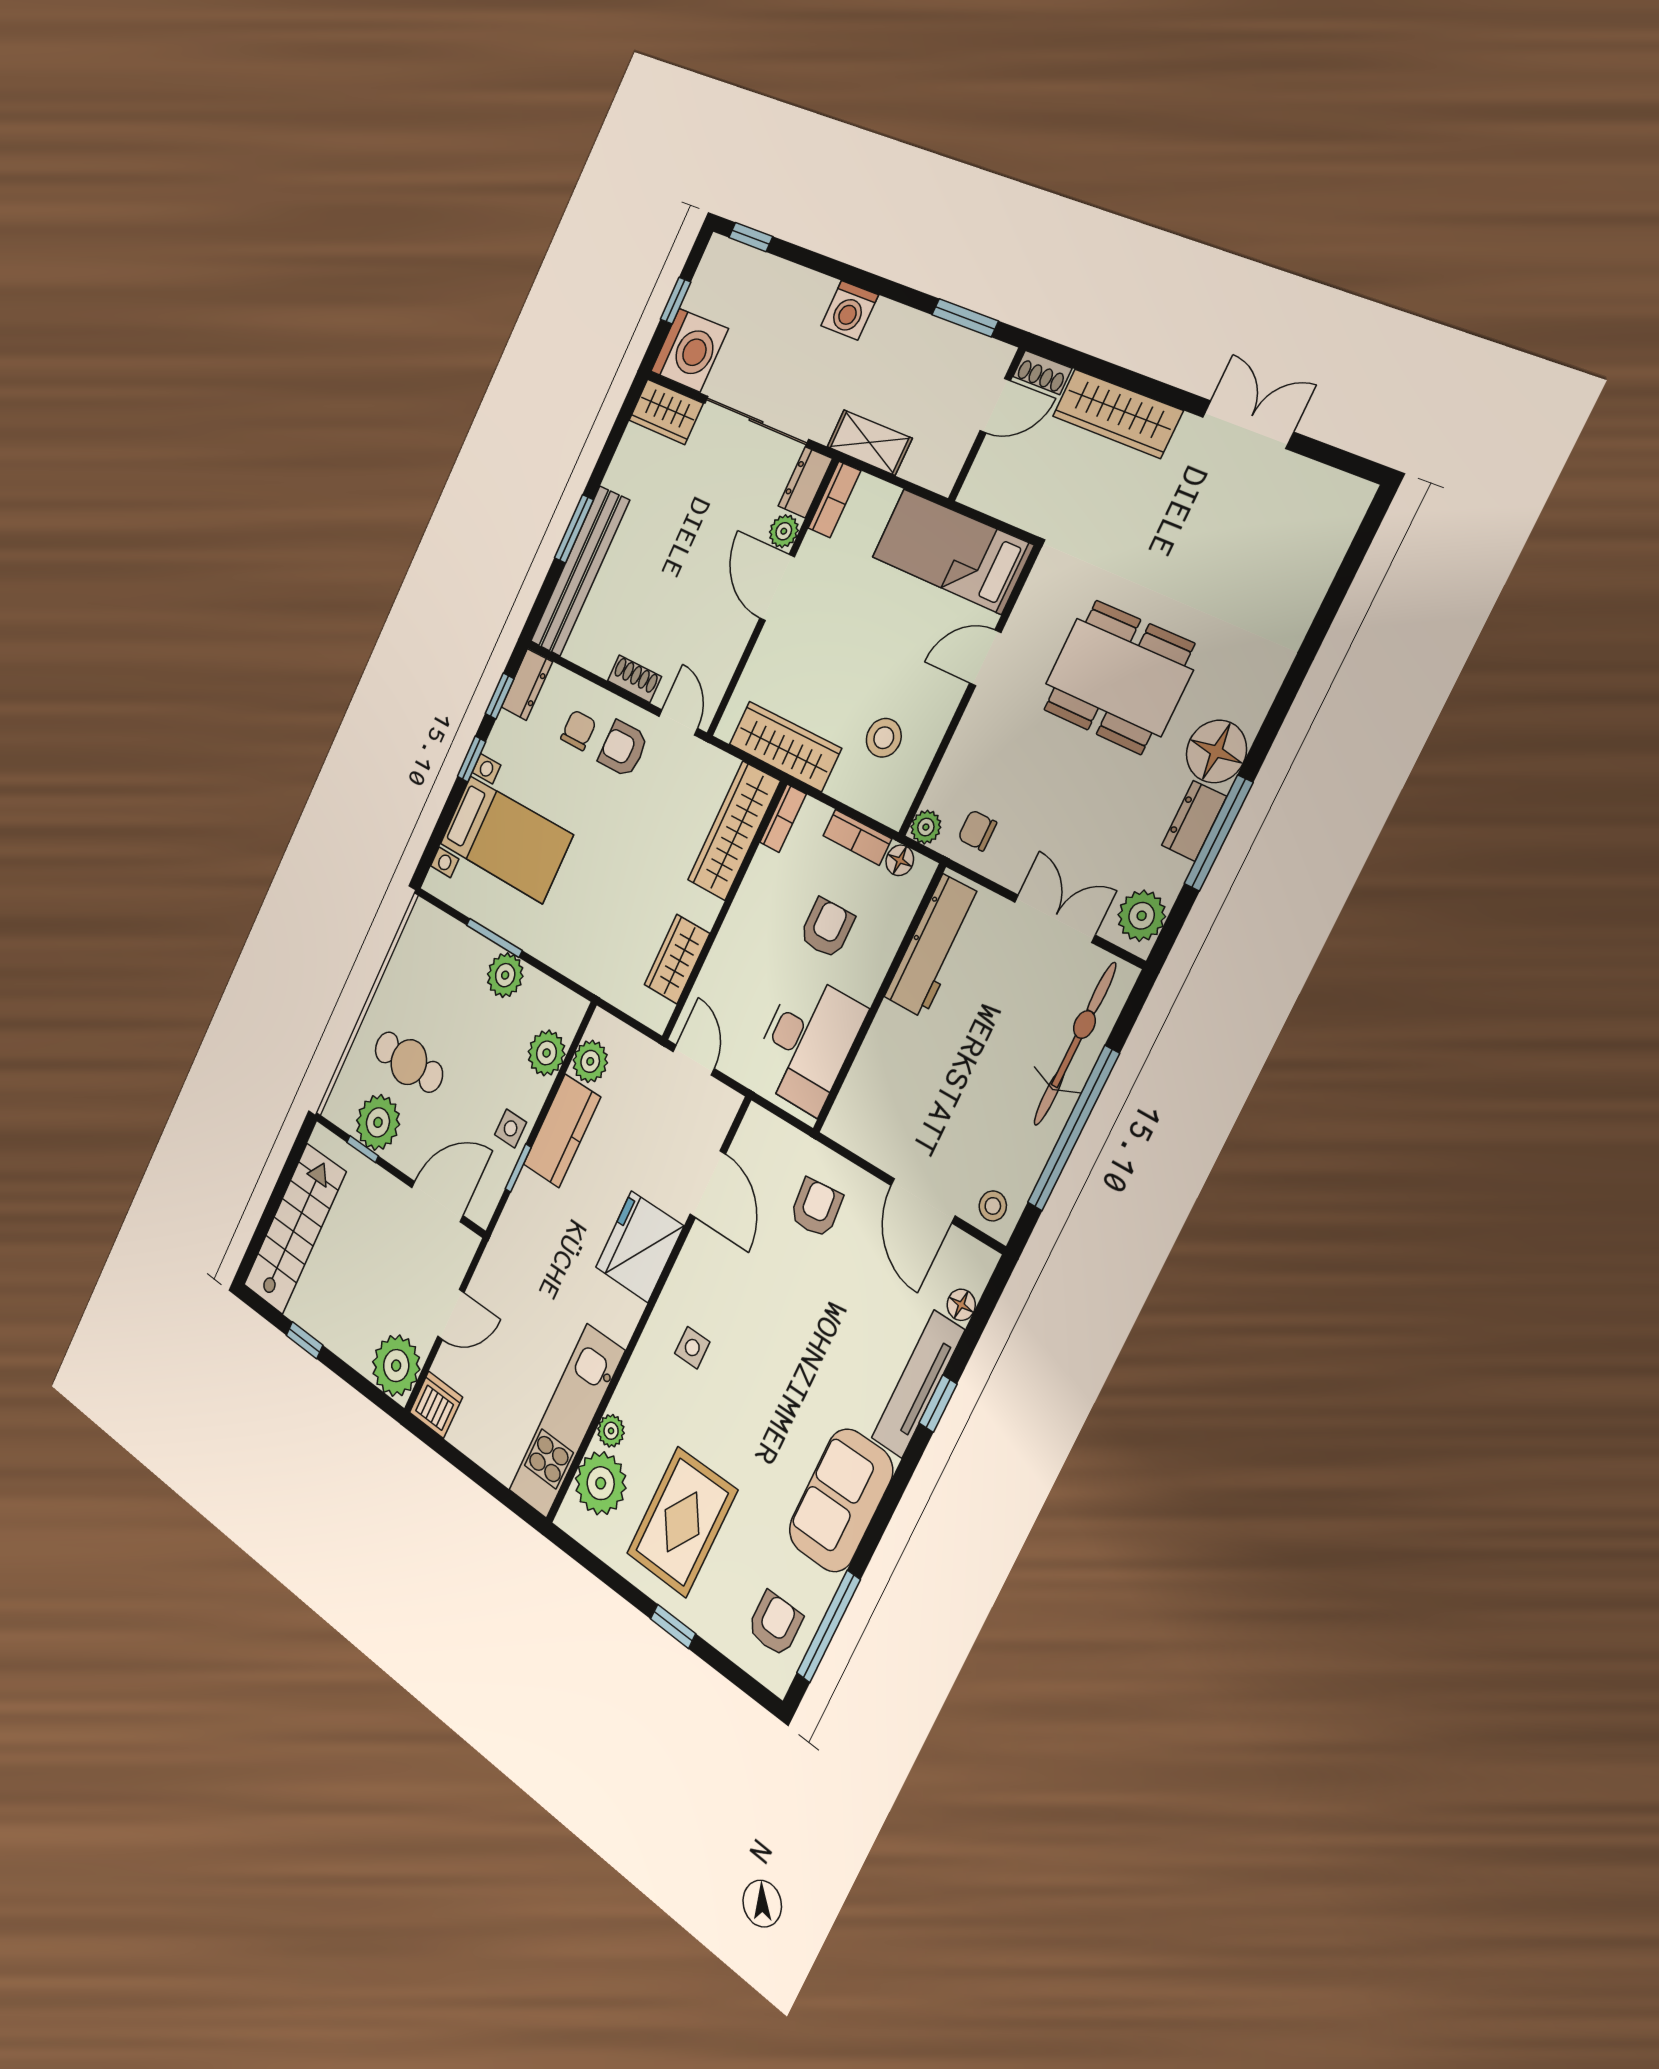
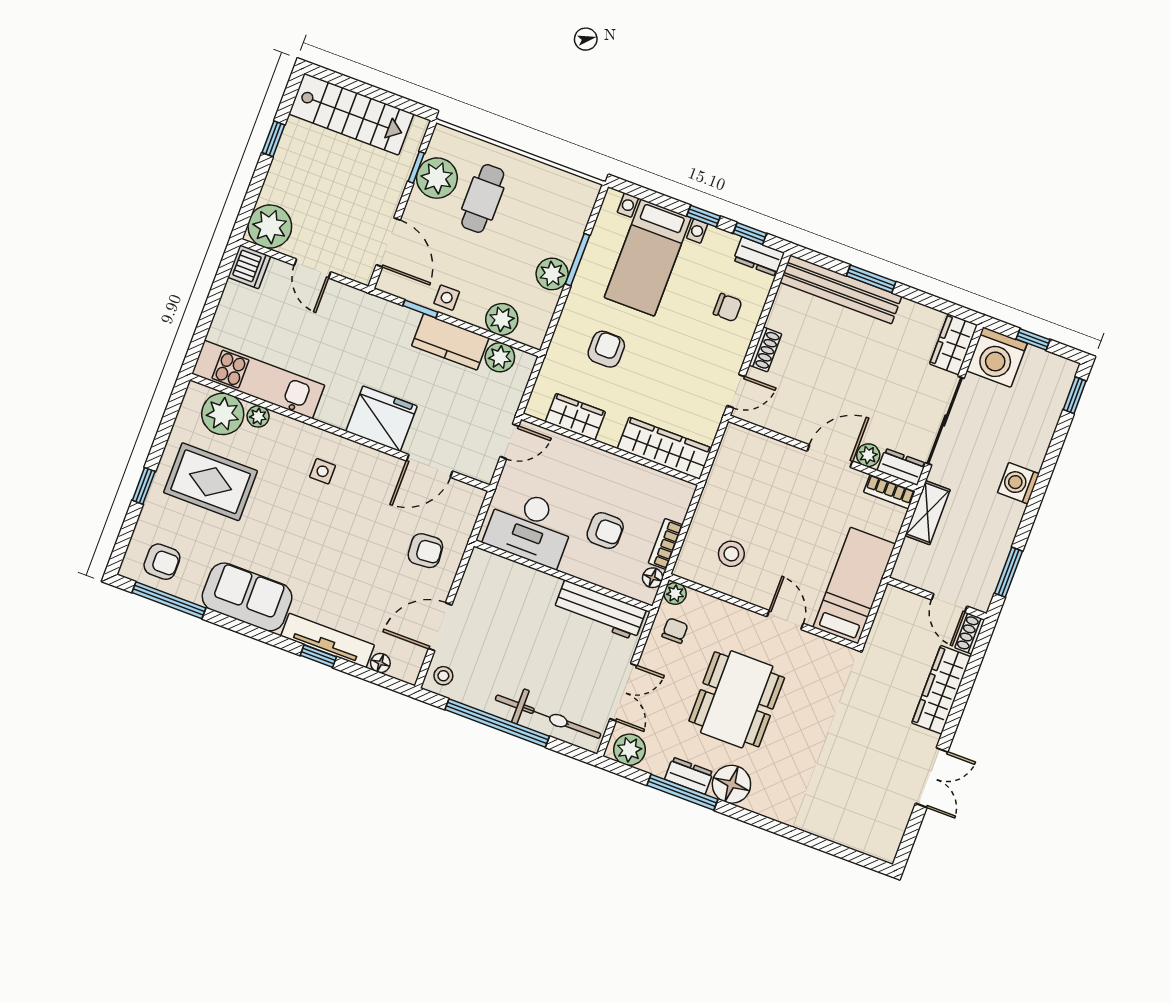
dining table: (1119, 677) -> (737, 699), moved
wardrobe: (785, 746) -> (723, 479), removed
armchair: (623, 749) -> (606, 349), moved
bookcase: (783, 818) -> (675, 485), removed

